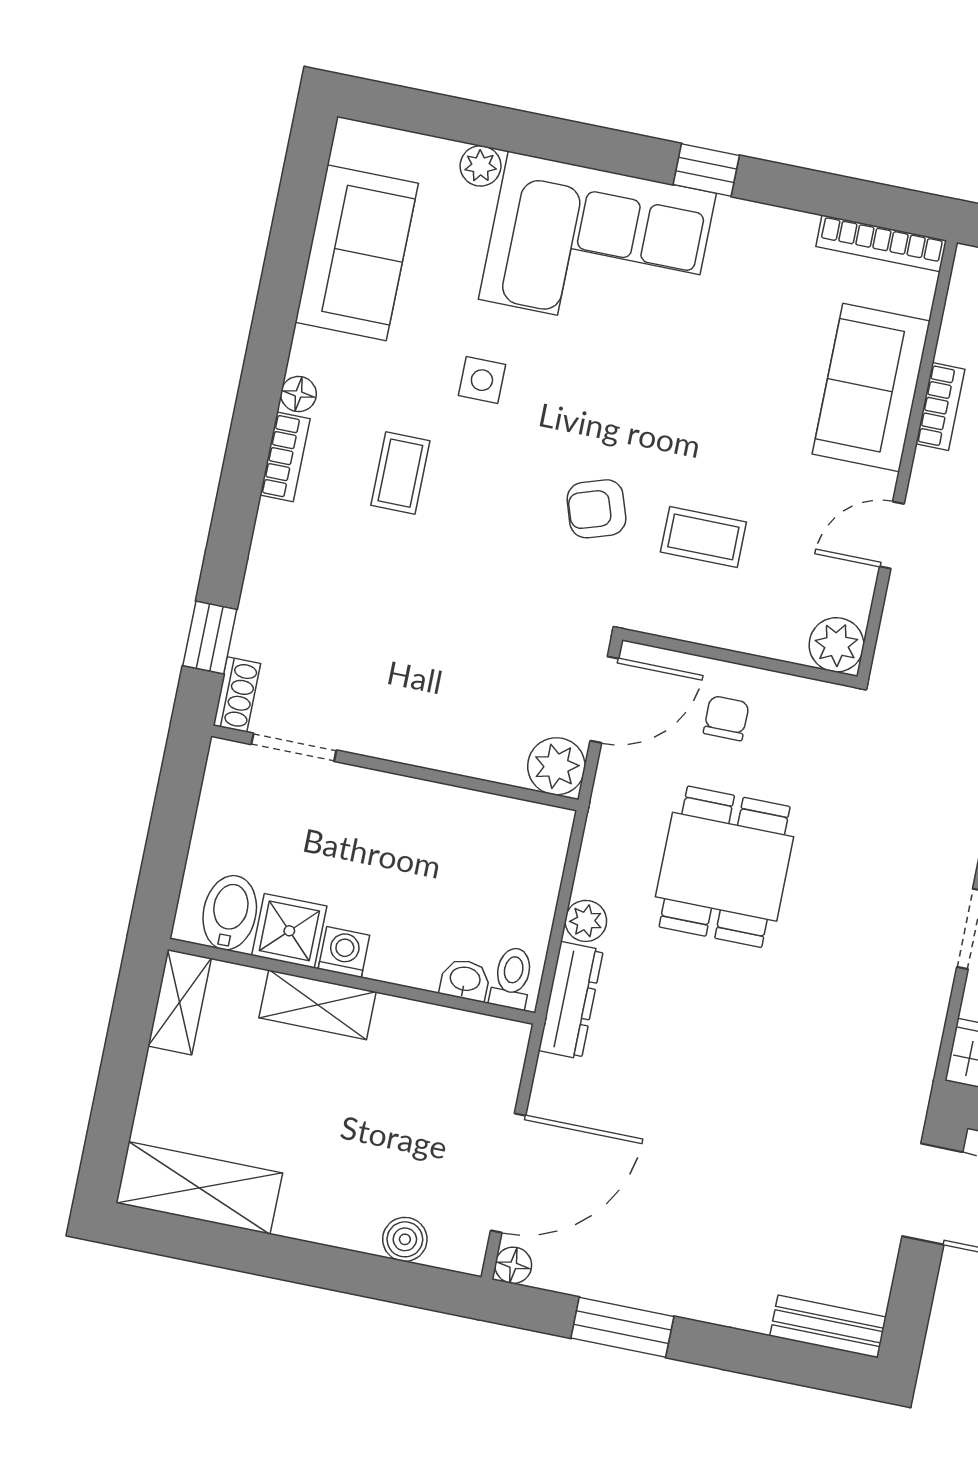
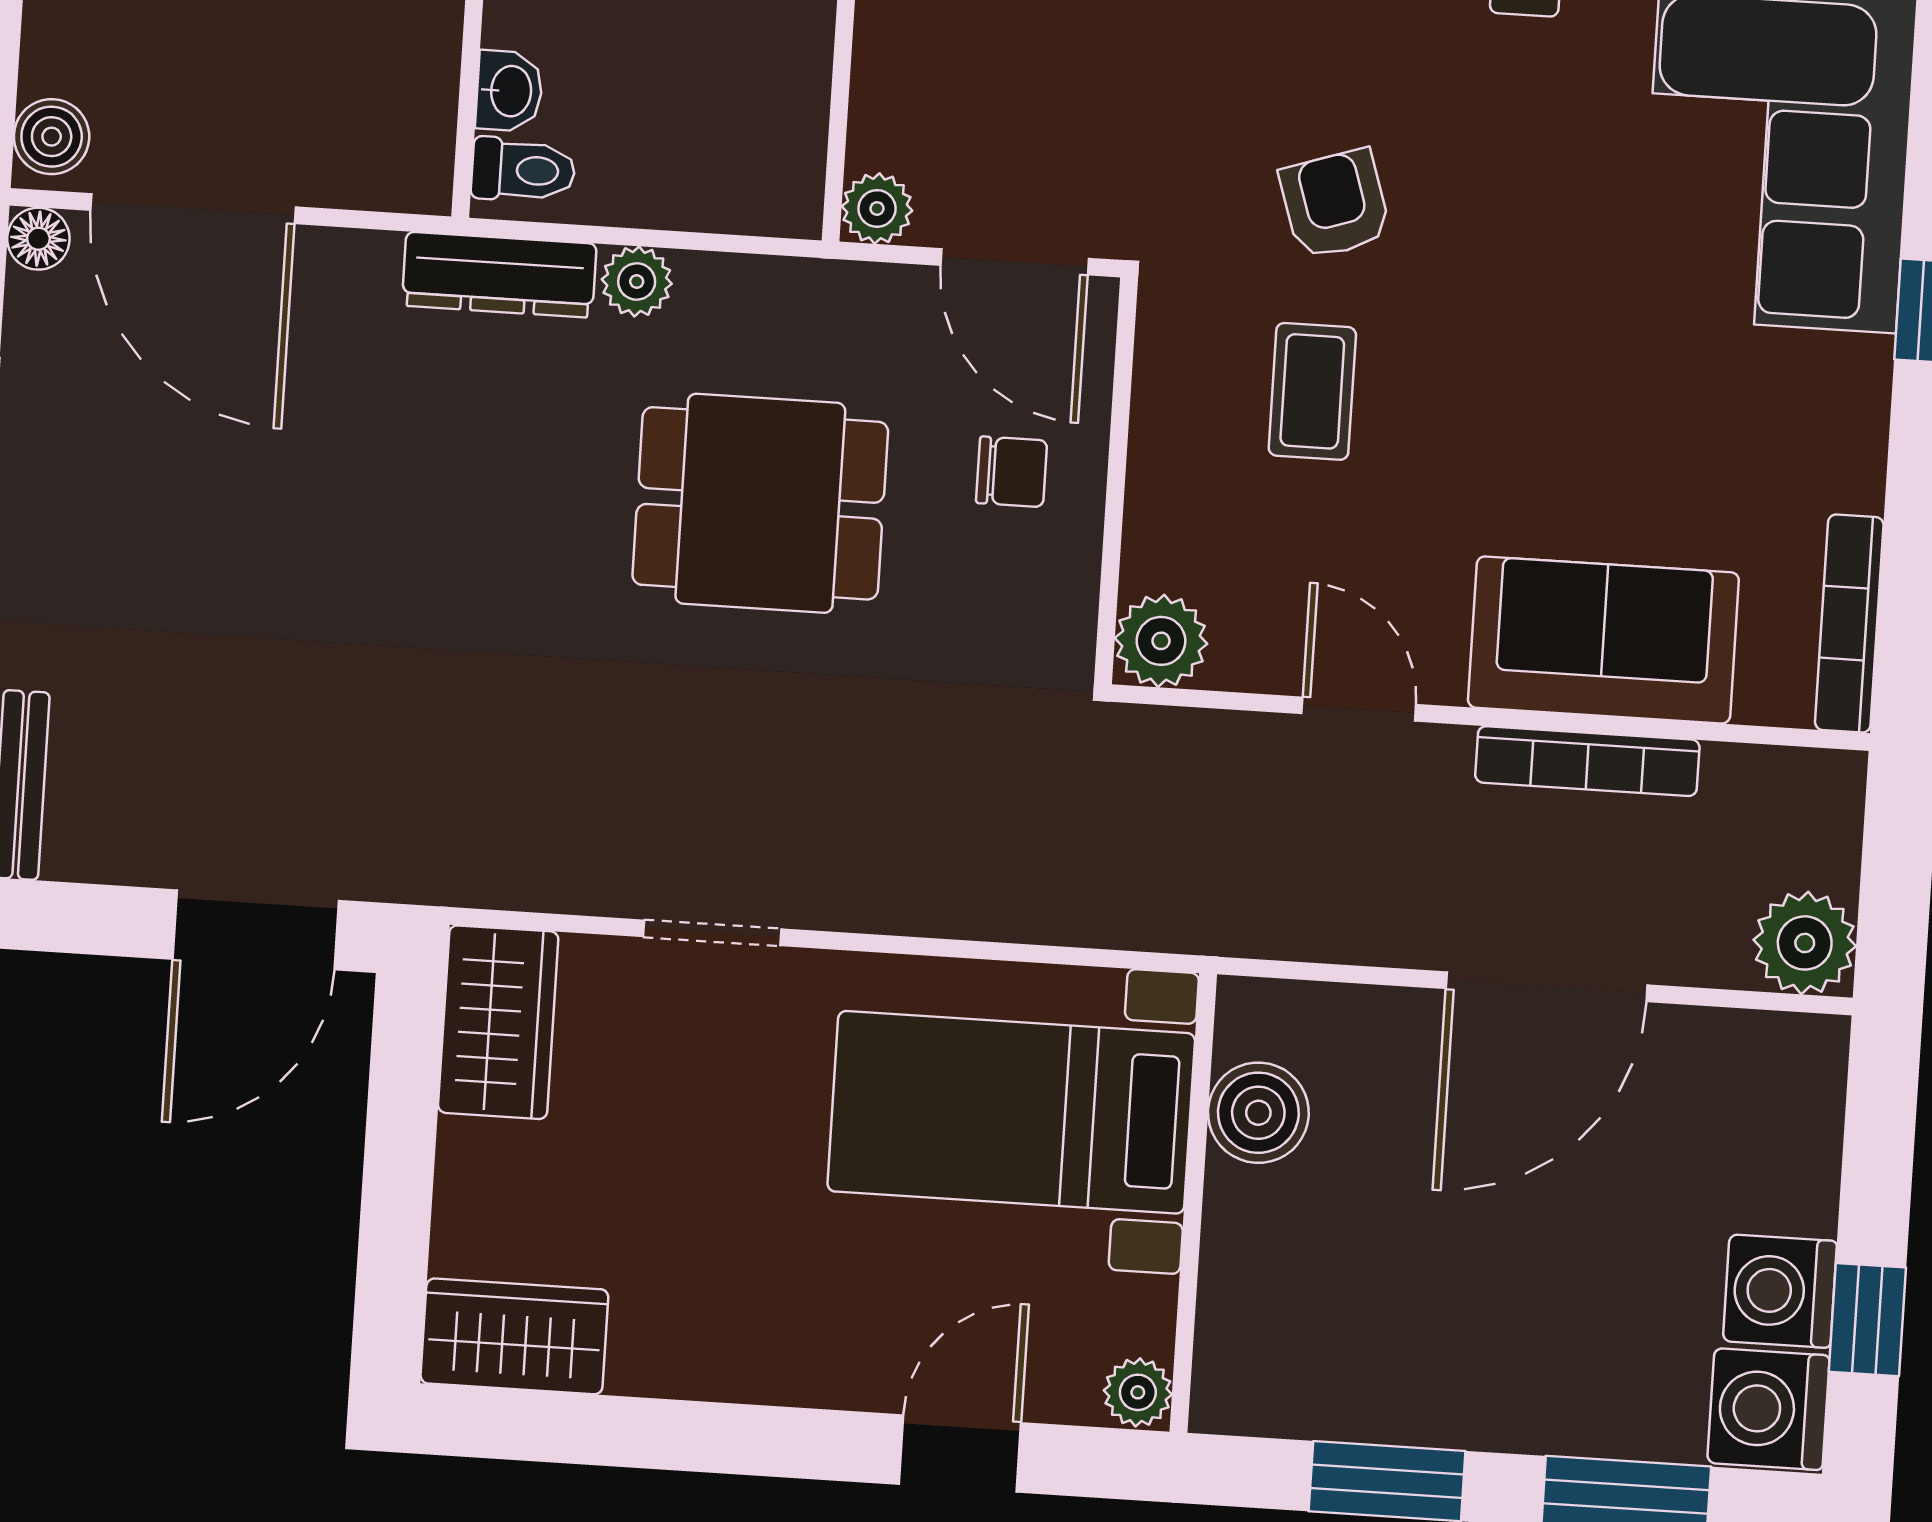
bookcase: (940, 406) -> (1587, 761), width x1.56
plant: (556, 766) -> (877, 208), width x0.73, depth x0.73
boiler: (405, 1239) -> (52, 137), moved

